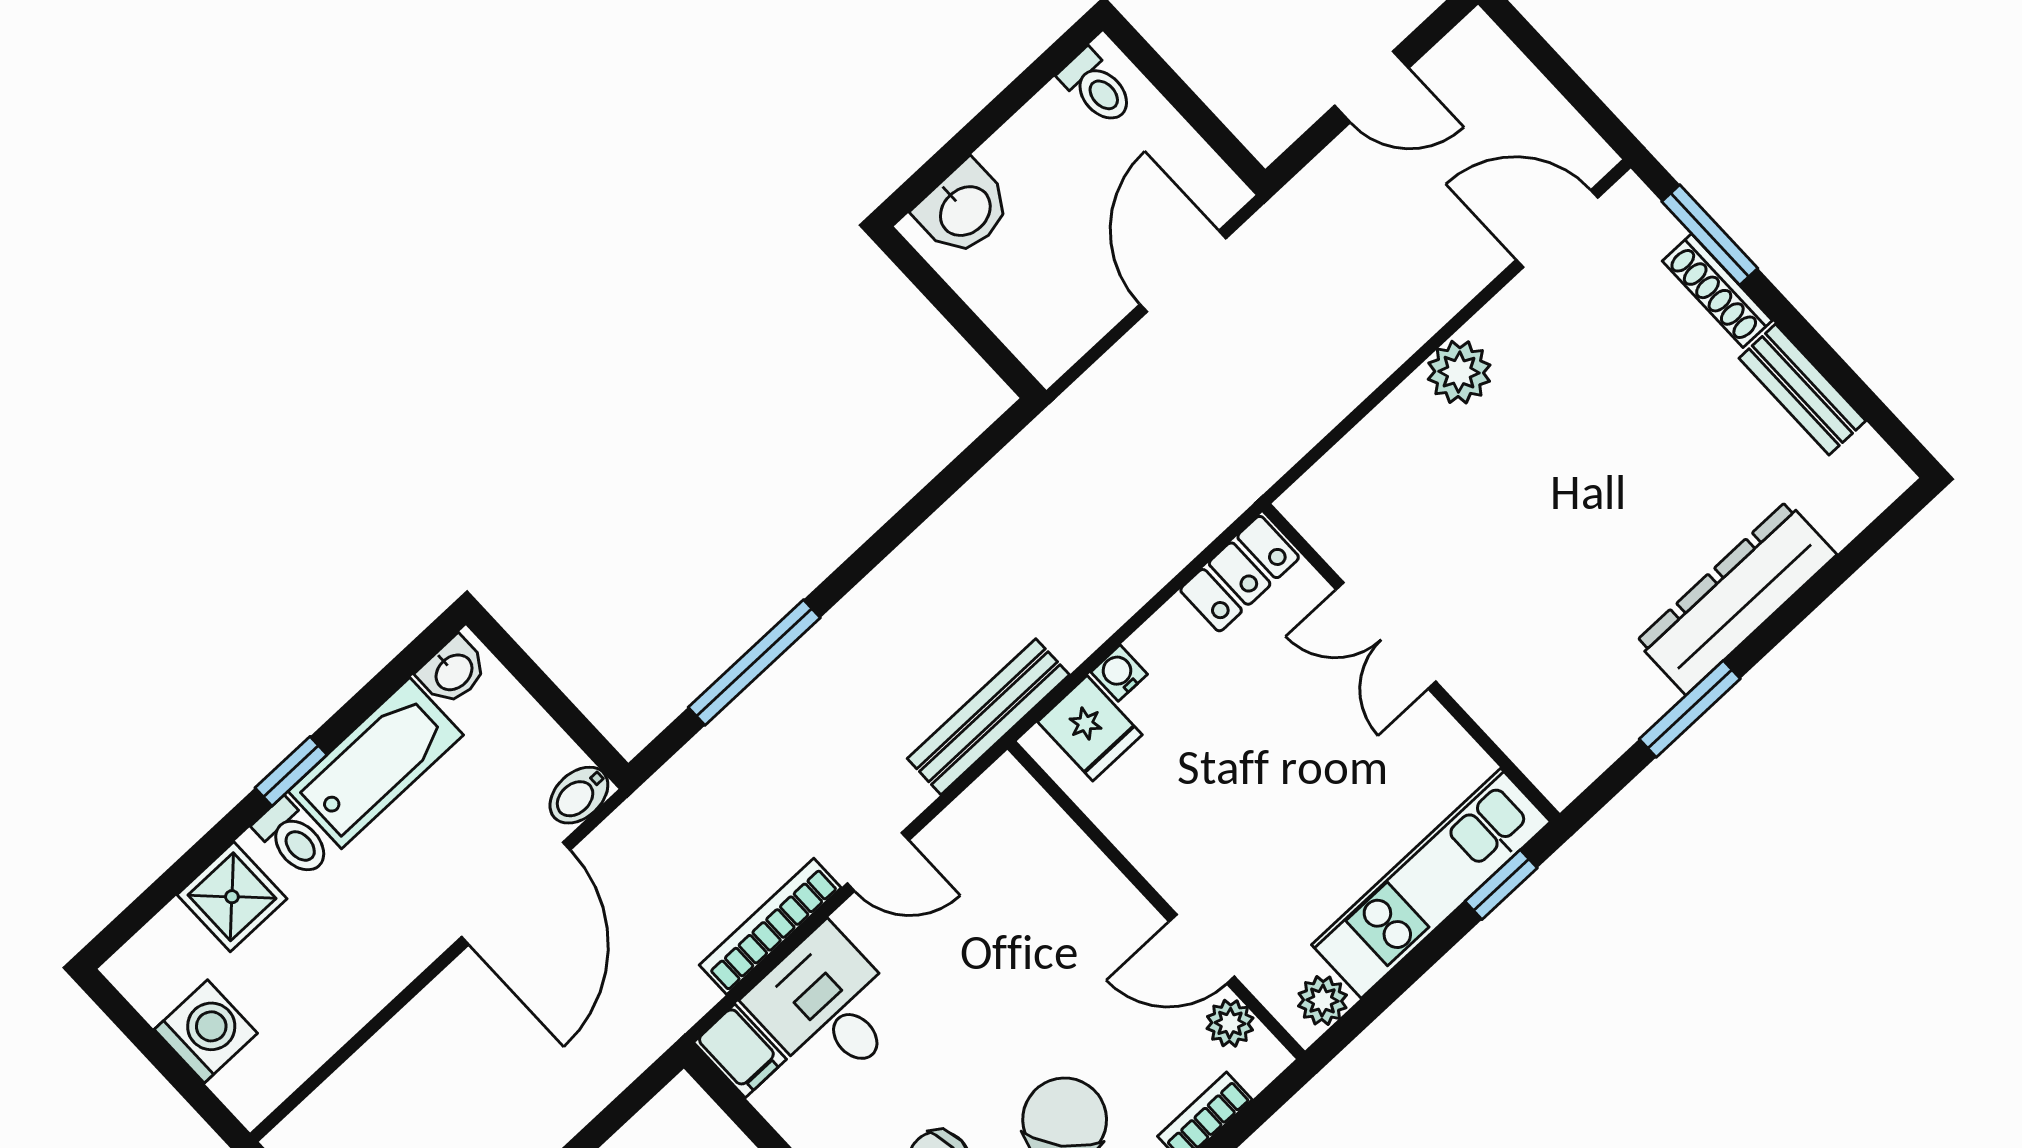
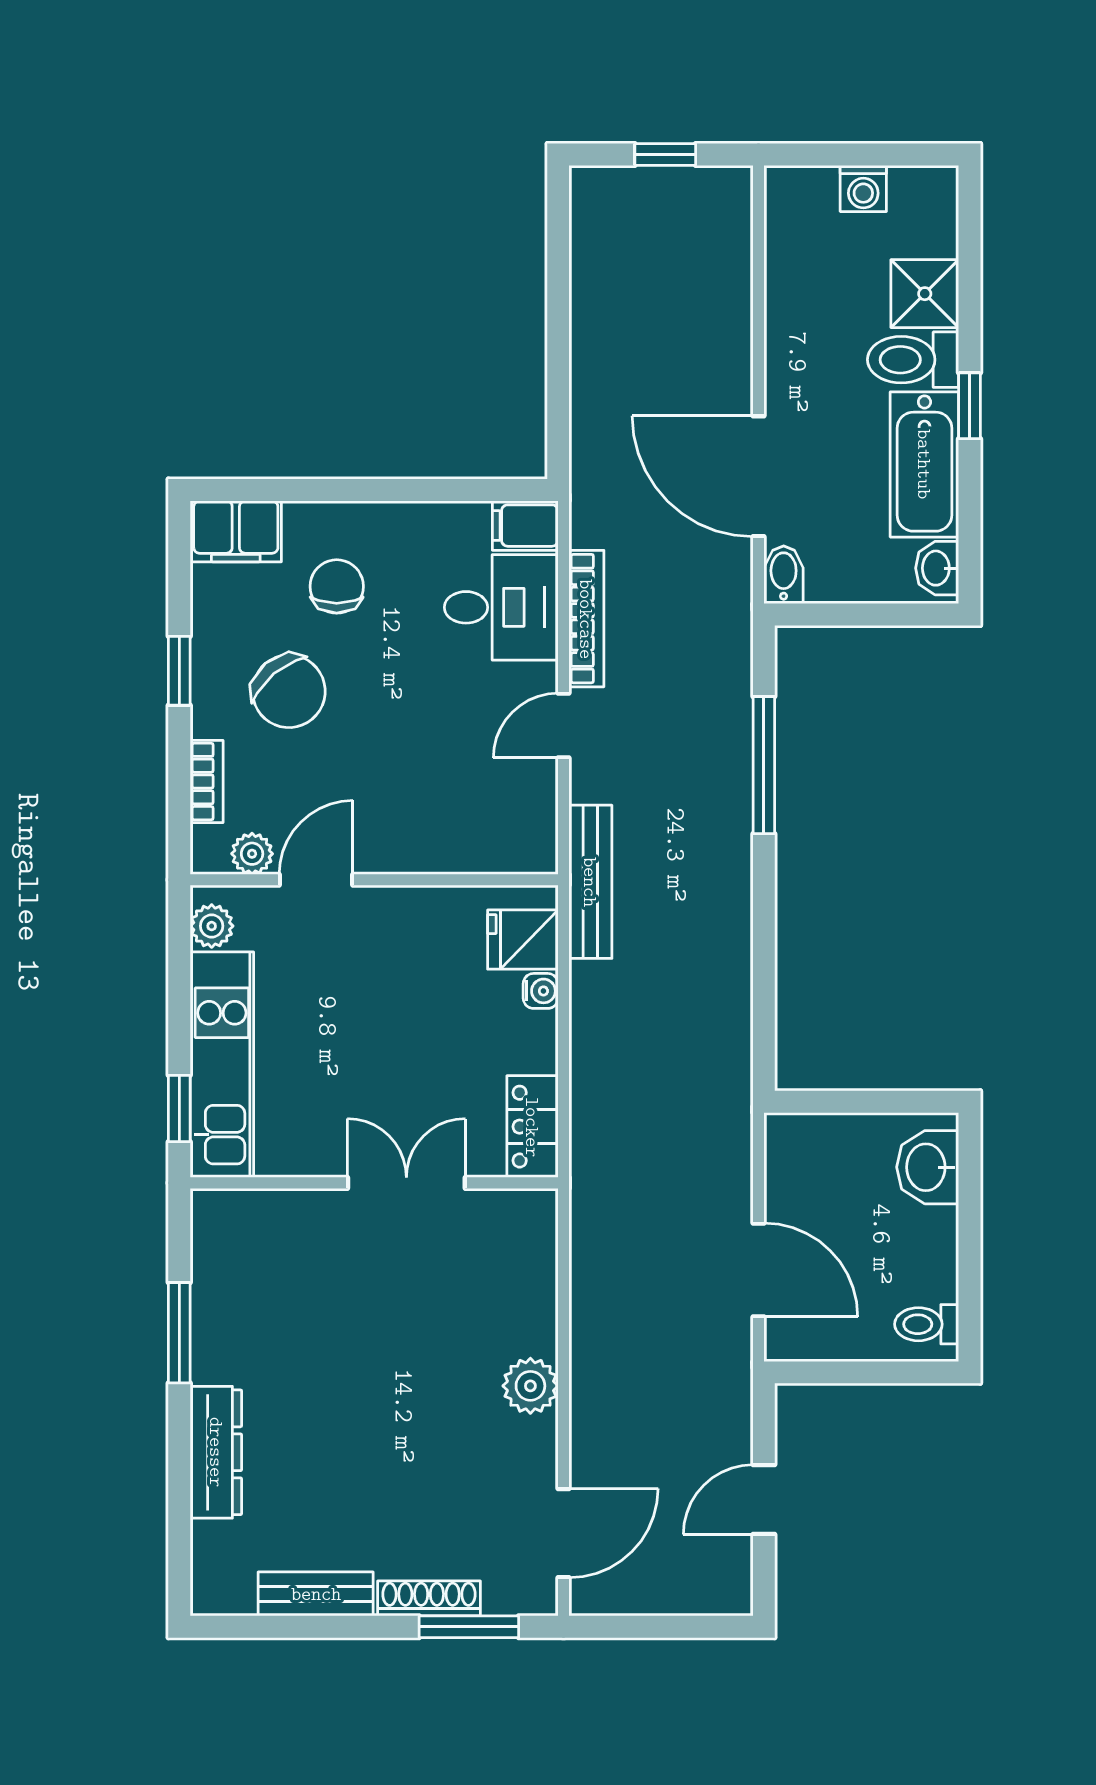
dresser: (1736, 598) -> (216, 1452), width x0.73, depth x0.80
toilet: (293, 838) -> (913, 360), width x1.37, depth x1.39
washing machine: (206, 1031) -> (863, 188), width x0.73, depth x0.73

